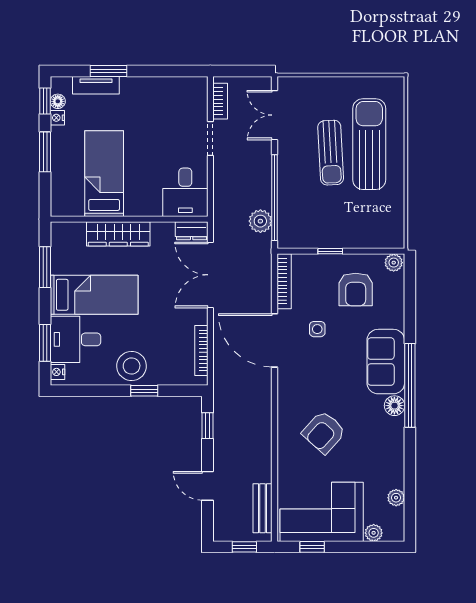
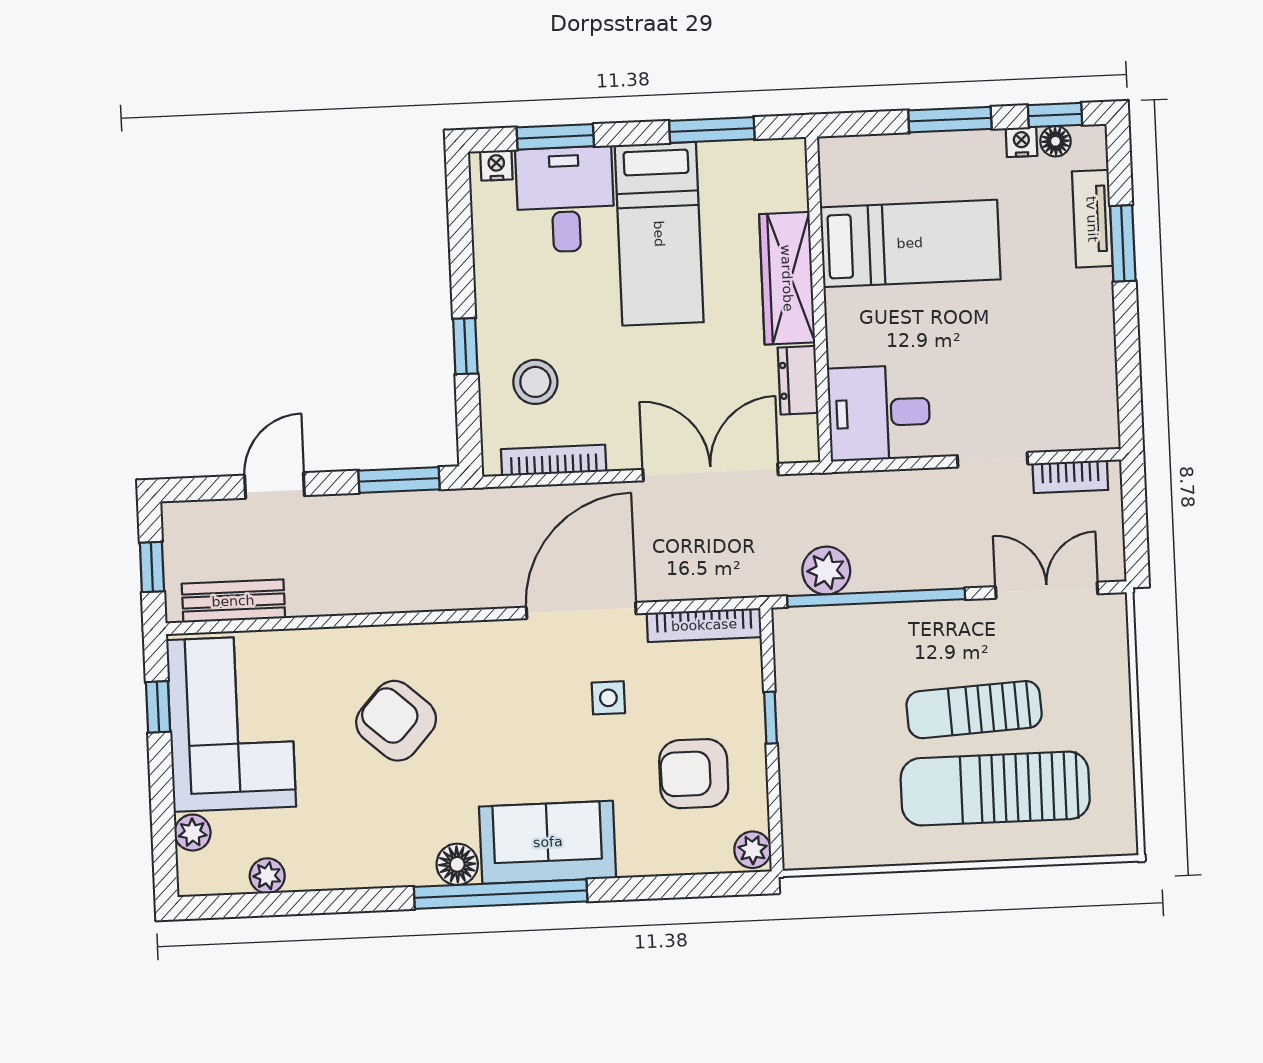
sun lounger: (369, 144) -> (995, 789), turned 180
dresser: (192, 231) -> (798, 380), moved
stool: (132, 366) -> (535, 382), moved, width x0.73, depth x0.73
window: (208, 426) -> (399, 480), width x1.50

